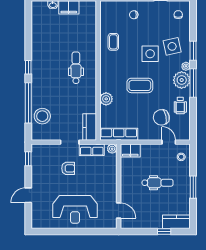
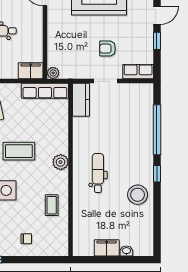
dental chair: (76, 68) -> (98, 173), turned 180
plant: (106, 99) -> (61, 162), moved
stool: (42, 116) -> (138, 195), moved
row of seats: (92, 150) -> (138, 72), moved
window: (28, 159) -> (157, 41), moved

